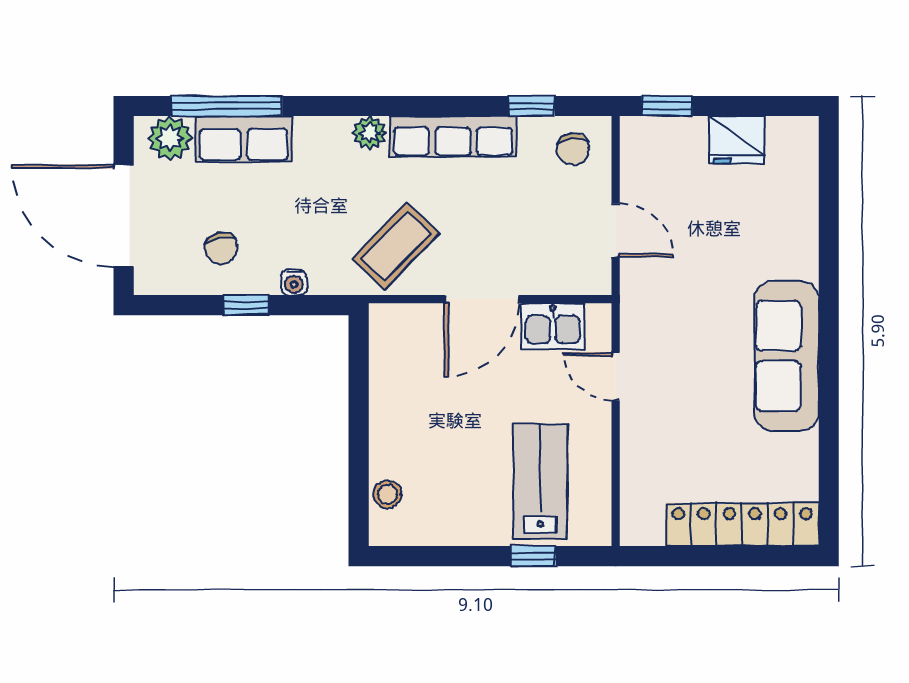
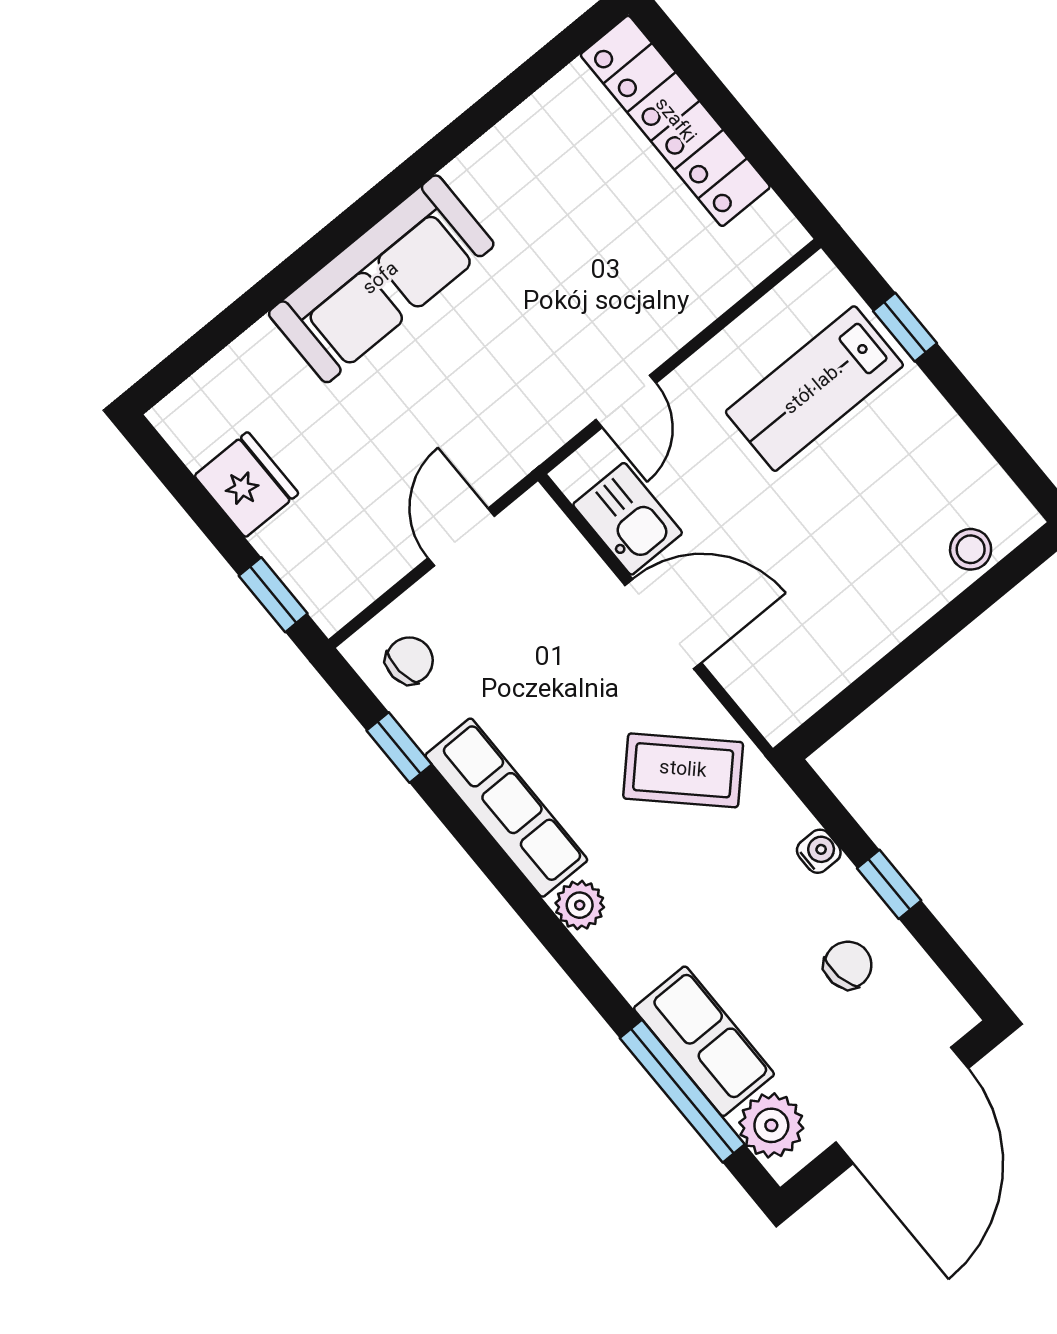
sofa: (787, 356) -> (381, 279), moved

